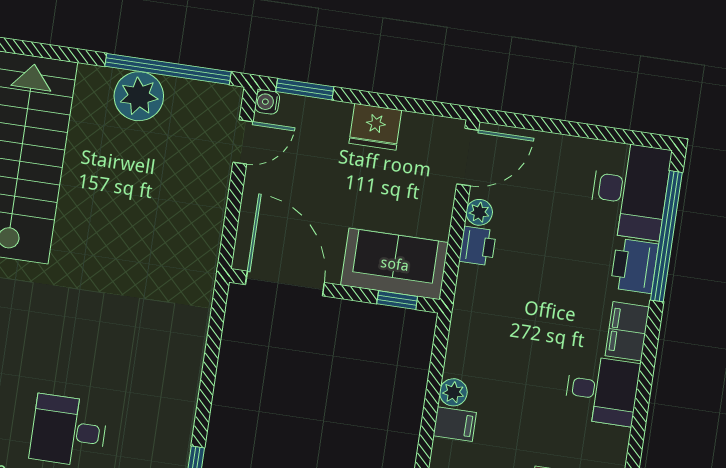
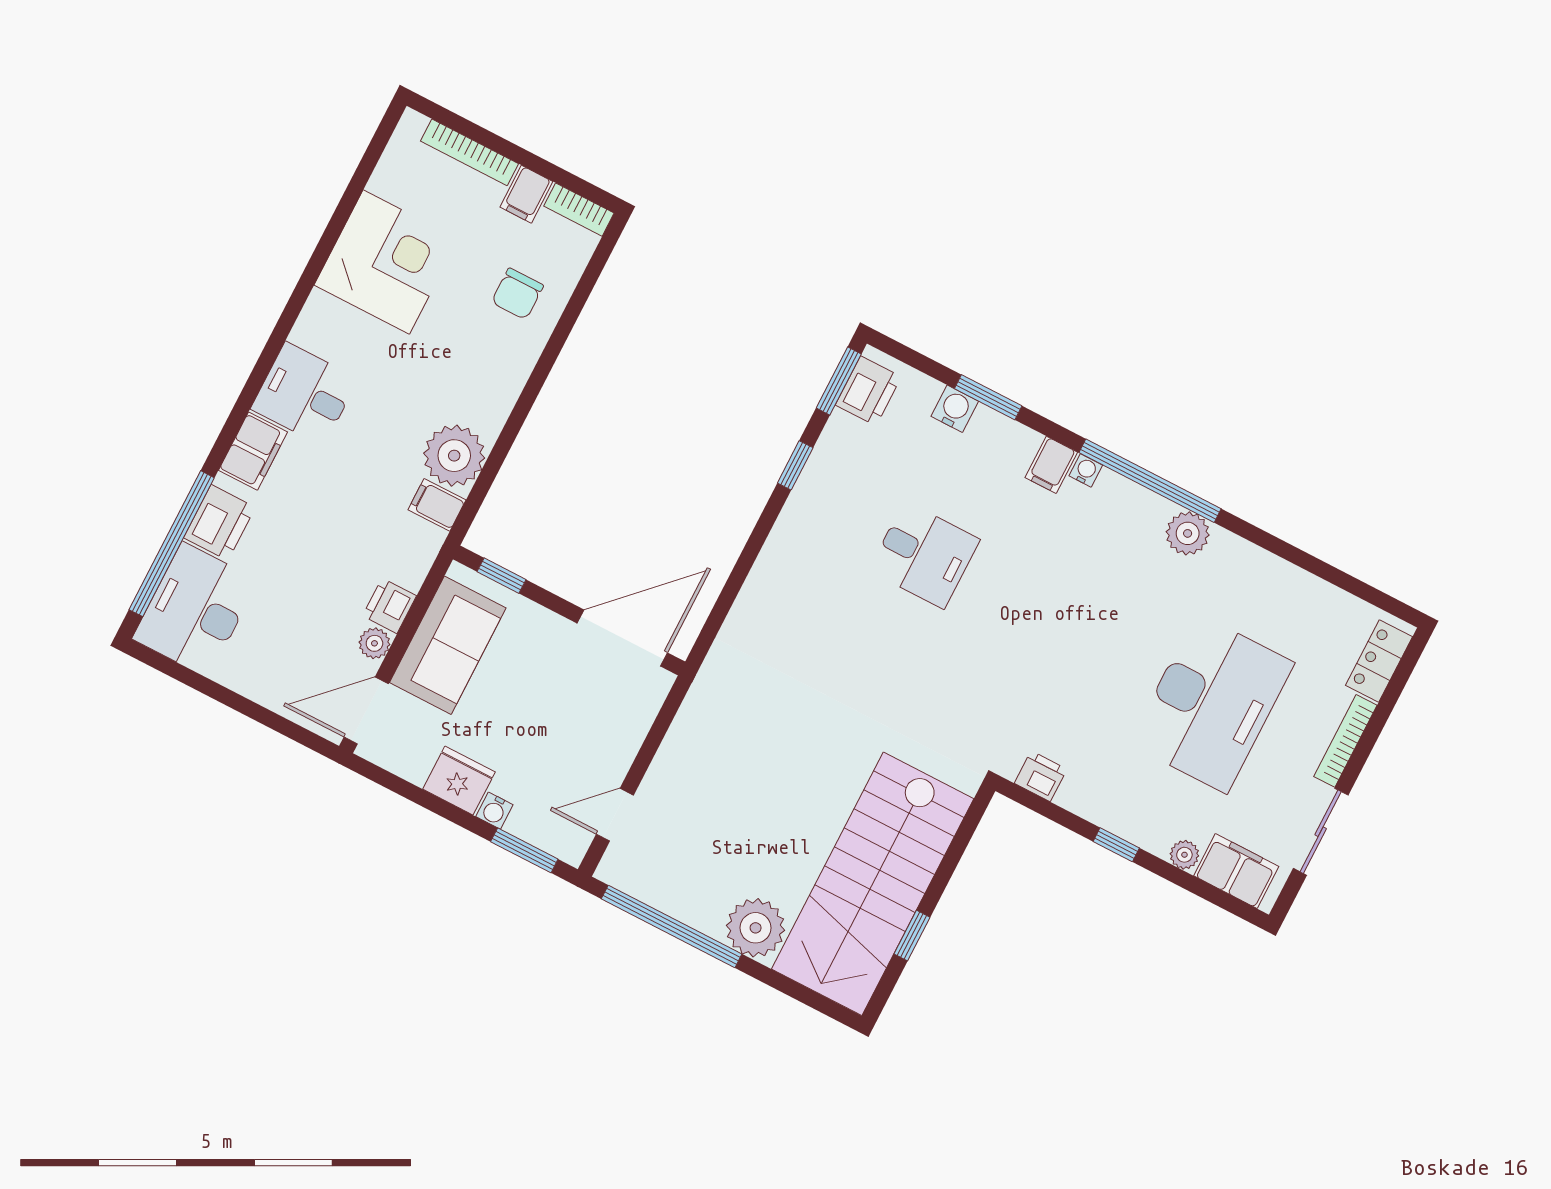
plant: (139, 96) -> (756, 928), moved
water cooler: (267, 102) -> (494, 811), moved, turned 90
sofa: (395, 264) -> (448, 645), moved, turned -90
door: (285, 284) -> (622, 638), swing flipped
plant: (453, 392) -> (454, 456), width x1.88, depth x1.88
filing cabinet: (455, 424) -> (437, 505), moved

